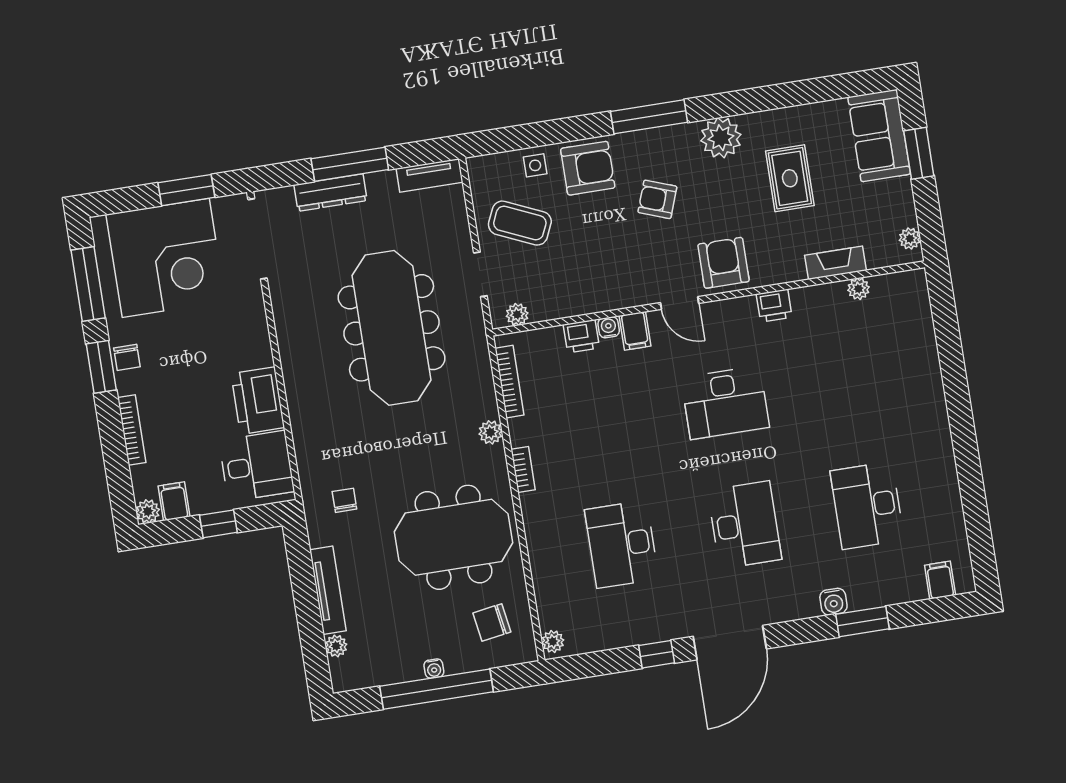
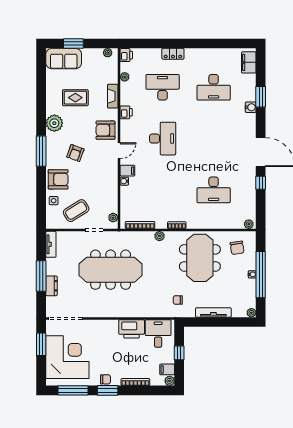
armchair: (588, 168) -> (58, 179), turned 90
dresser: (330, 193) -> (51, 286), width x0.70
coffee table: (520, 223) -> (76, 211), turned 34
fireplace: (835, 263) -> (113, 96), moved
printer: (581, 336) -> (126, 55), moved
locker: (932, 395) -> (173, 54), added
desk: (745, 525) -> (163, 87), moved
filing cabinet: (940, 580) -> (249, 62), width x2.00
plant: (336, 646) -> (251, 313), moved

